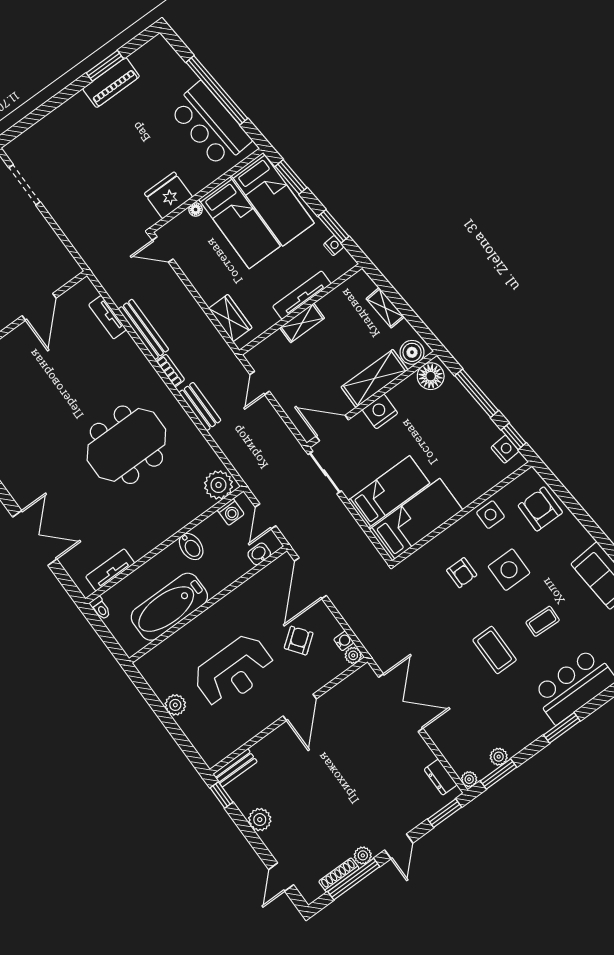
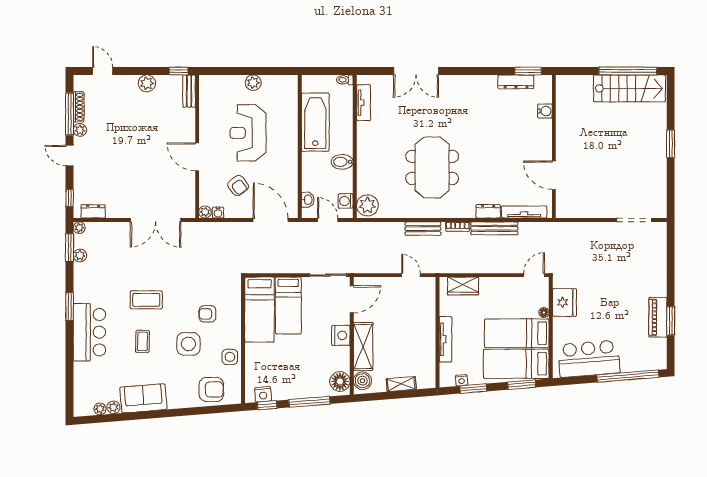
window: (217, 90) -> (628, 376), moved
tv unit: (108, 317) -> (524, 212), width x1.41
shelving: (302, 323) -> (429, 327), removed
dresser: (130, 350) -> (488, 211), added
window: (445, 813) -> (70, 198), width x0.67

